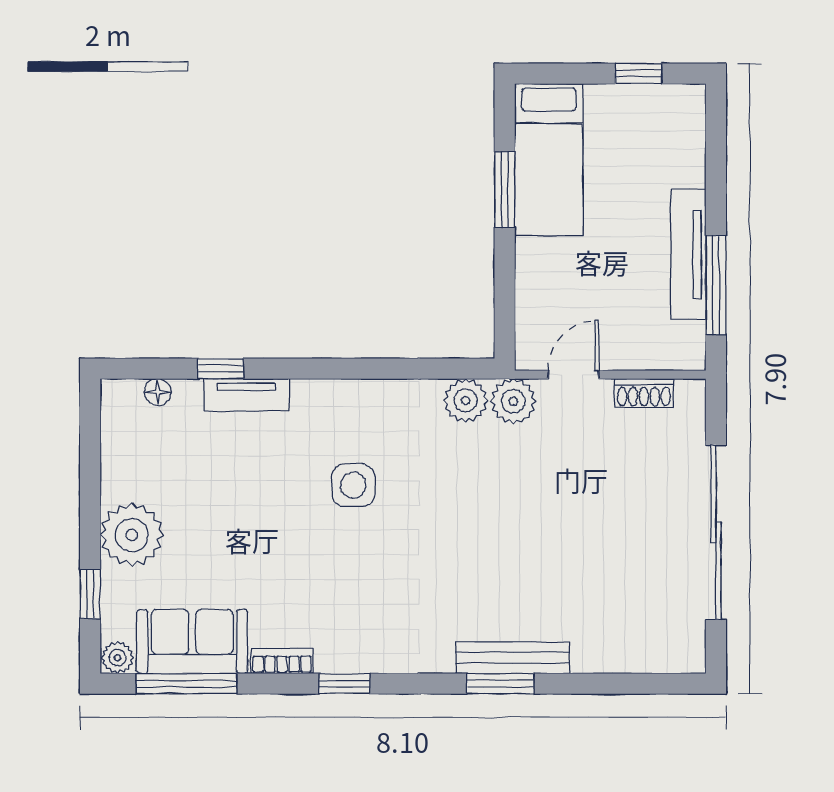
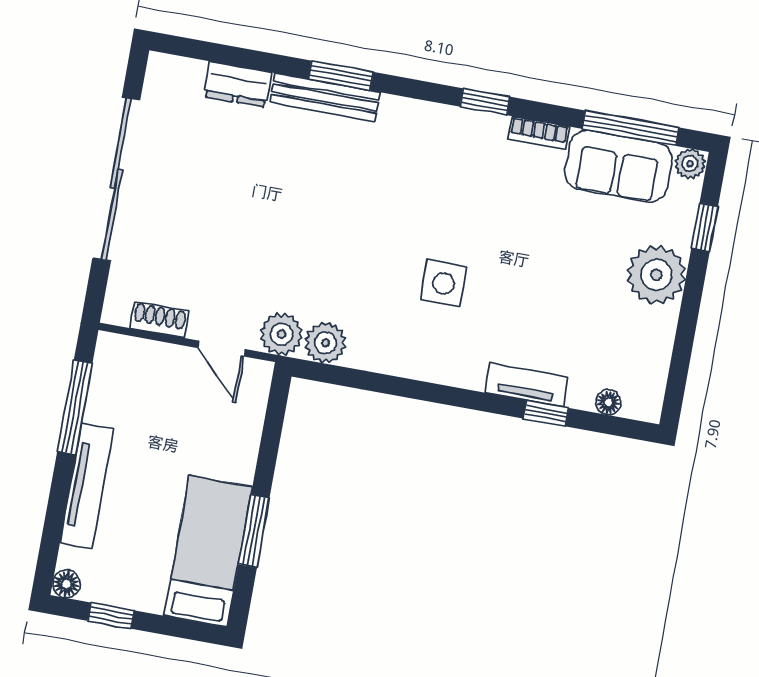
floor lamp: (691, 98) -> (66, 584), added
tv unit: (688, 254) -> (87, 486), moved
door: (573, 375) -> (222, 349), hinge flipped
dresser: (607, 655) -> (238, 85), added

